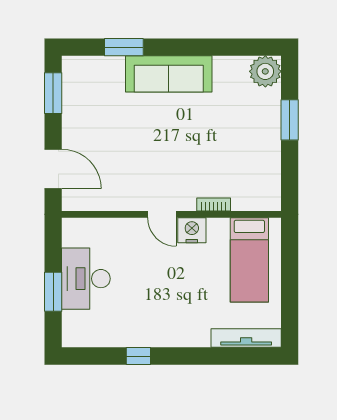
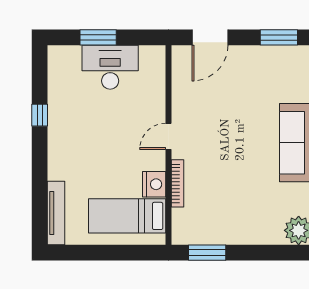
window: (290, 120) -> (207, 253), moved
bookcase: (214, 204) -> (178, 183), width x1.56
nightstand: (192, 230) -> (154, 184), moved

